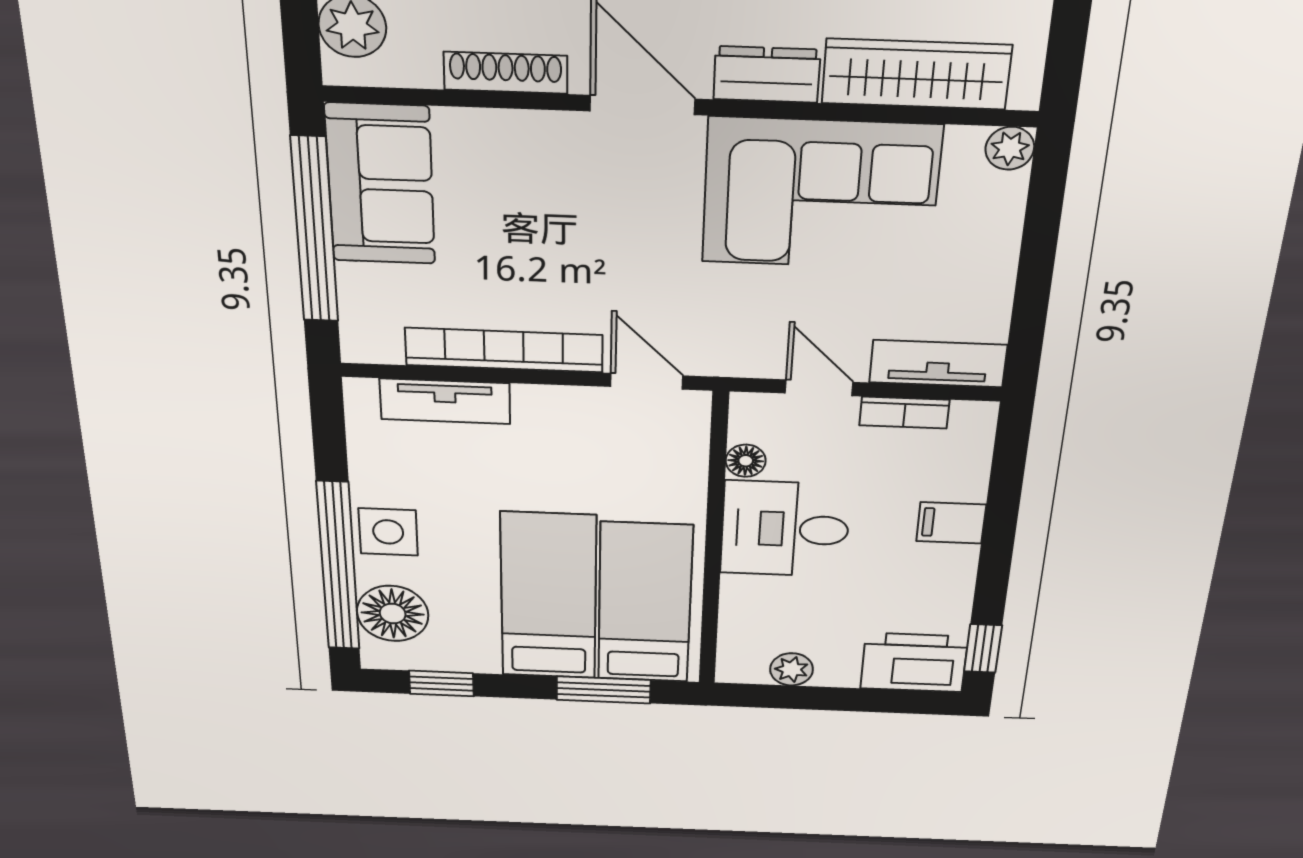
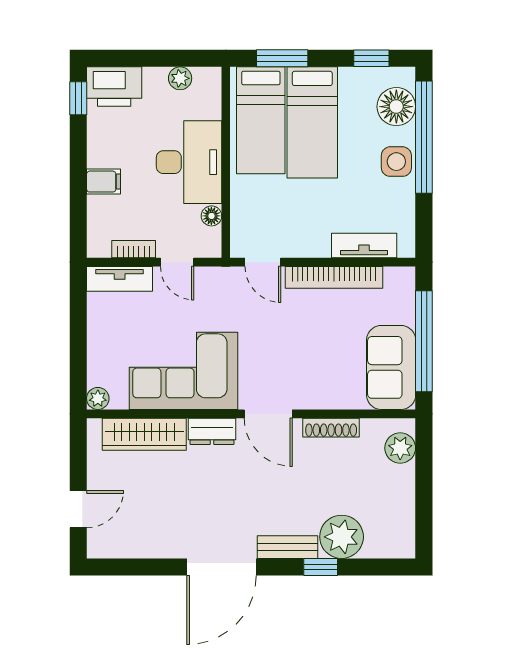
desk: (785, 529) -> (189, 162), width x1.37

